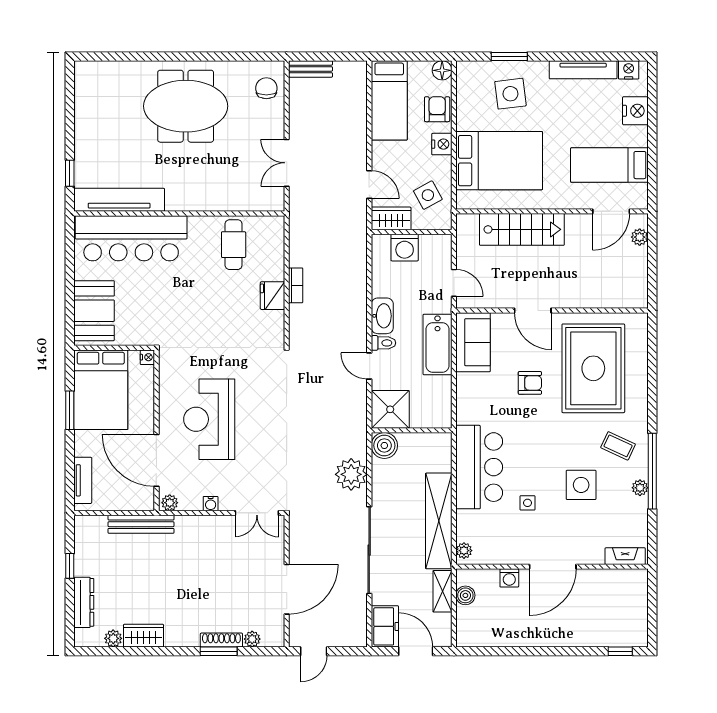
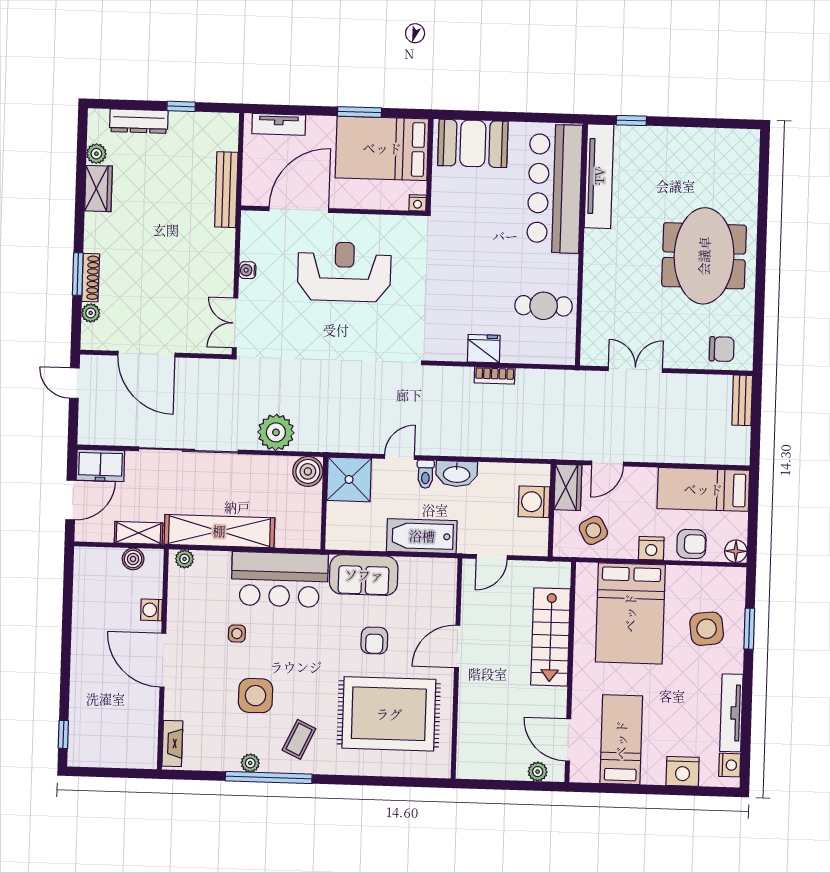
sofa: (473, 342) -> (364, 575), moved
plant: (170, 503) -> (250, 223), removed

